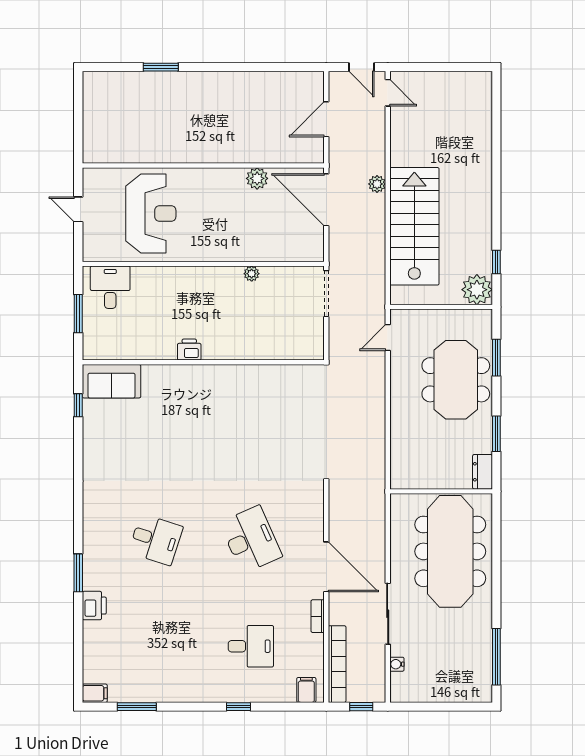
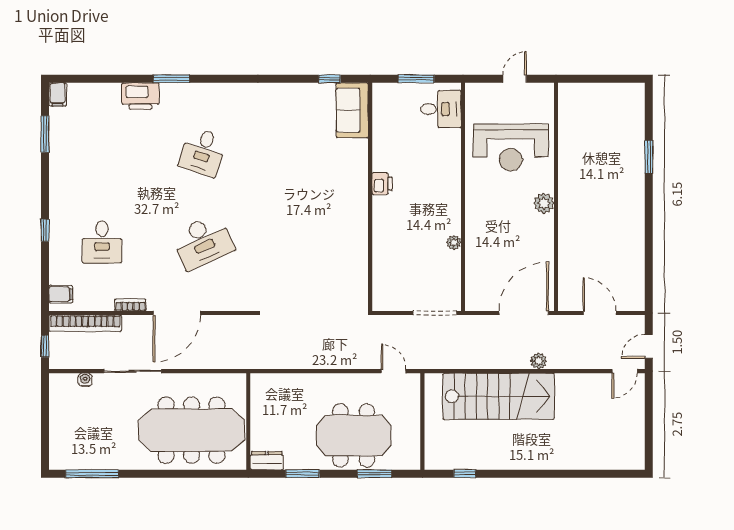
plant: (257, 178) -> (544, 203), moved
plant: (477, 290) -> (439, 455), removed
printer: (94, 606) -> (140, 96), width x1.37, depth x1.19

